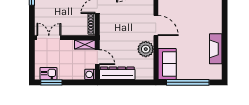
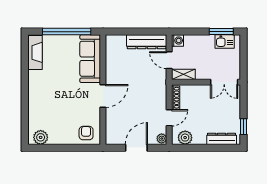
door: (156, 26) -> (103, 96), swing flipped
plant: (146, 49) -> (114, 69), removed
fireplace: (216, 49) -> (35, 52), moved
sofa: (167, 64) -> (90, 59), width x1.36

